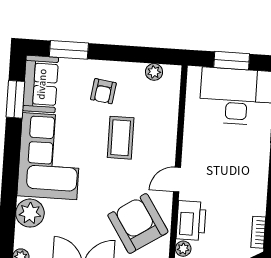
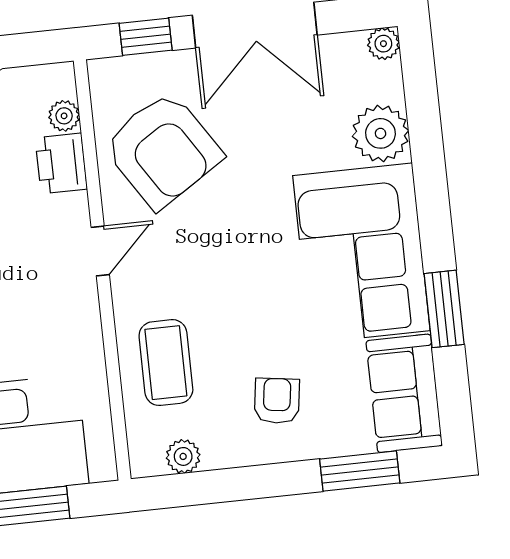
window: (15, 99) -> (444, 309), moved
coffee table: (121, 138) -> (166, 363), moved
printer: (191, 221) -> (61, 163), width x0.73, depth x0.84

